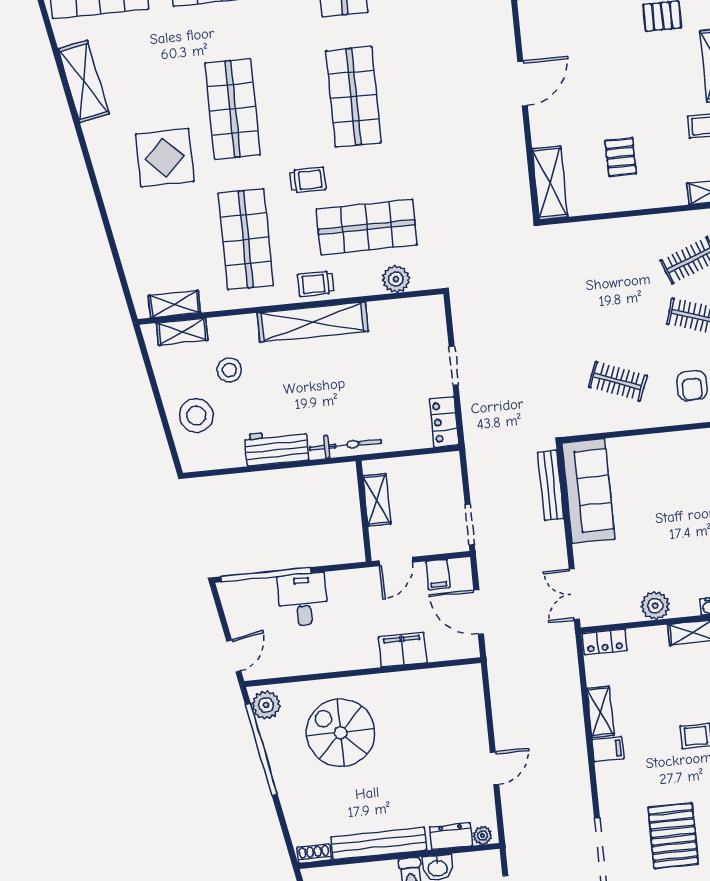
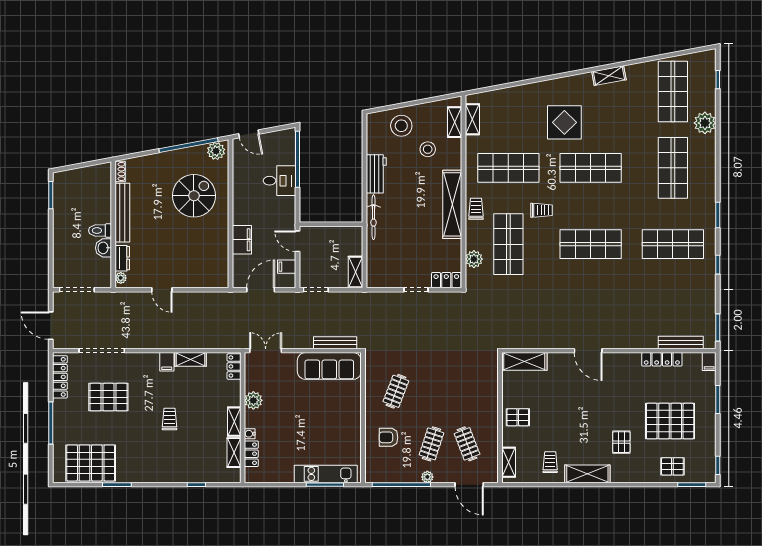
shelving: (84, 81) -> (609, 76), width x0.67, depth x0.75
pallet: (621, 157) -> (518, 417), moved
trolley: (308, 180) -> (541, 210), turned -90
locker: (444, 422) -> (446, 280), moved
shelving: (377, 500) -> (355, 272), moved, turned 90

